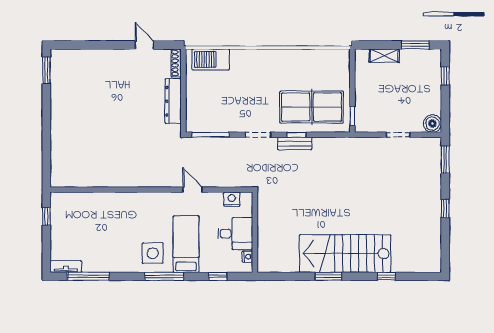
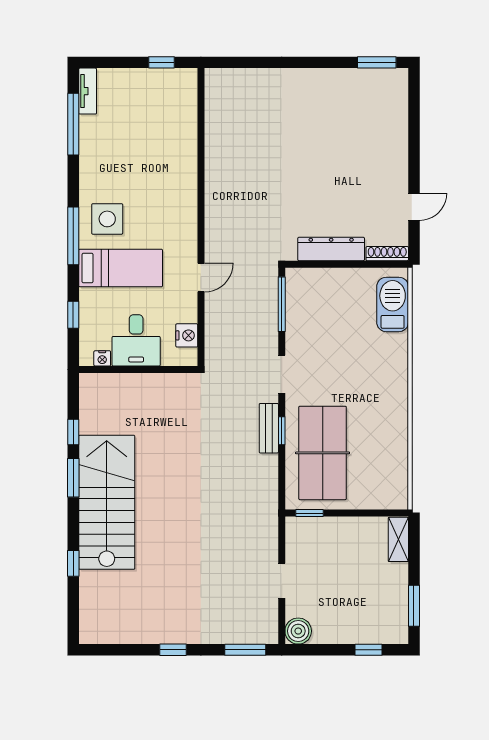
shelving: (384, 56) -> (398, 539), moved
window: (297, 276) -> (73, 432), added

